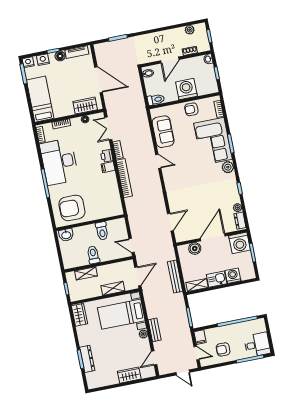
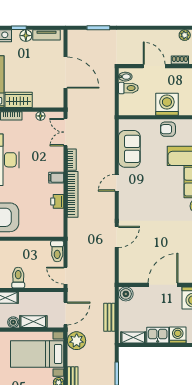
door: (170, 60) -> (154, 66), swing flipped
toilet: (156, 100) -> (128, 88), moved
wardrobe: (85, 106) -> (19, 100), moved
printer: (107, 156) -> (57, 201), moved
door: (158, 161) -> (117, 183), swing flipped
door: (170, 222) -> (117, 237), moved
toilet: (102, 231) -> (57, 251), moved
boiler: (195, 248) -> (126, 294), moved
bench: (175, 277) -> (109, 317), width x0.73
boiler: (97, 292) -> (13, 322), added
plant: (151, 297) -> (77, 341), added

